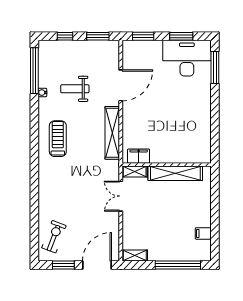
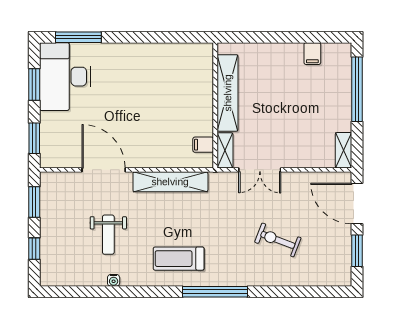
window: (34, 71) -> (215, 292), moved
filing cabinet: (139, 156) -> (203, 145), width x0.50
exercise bike: (54, 237) -> (278, 240), moved

